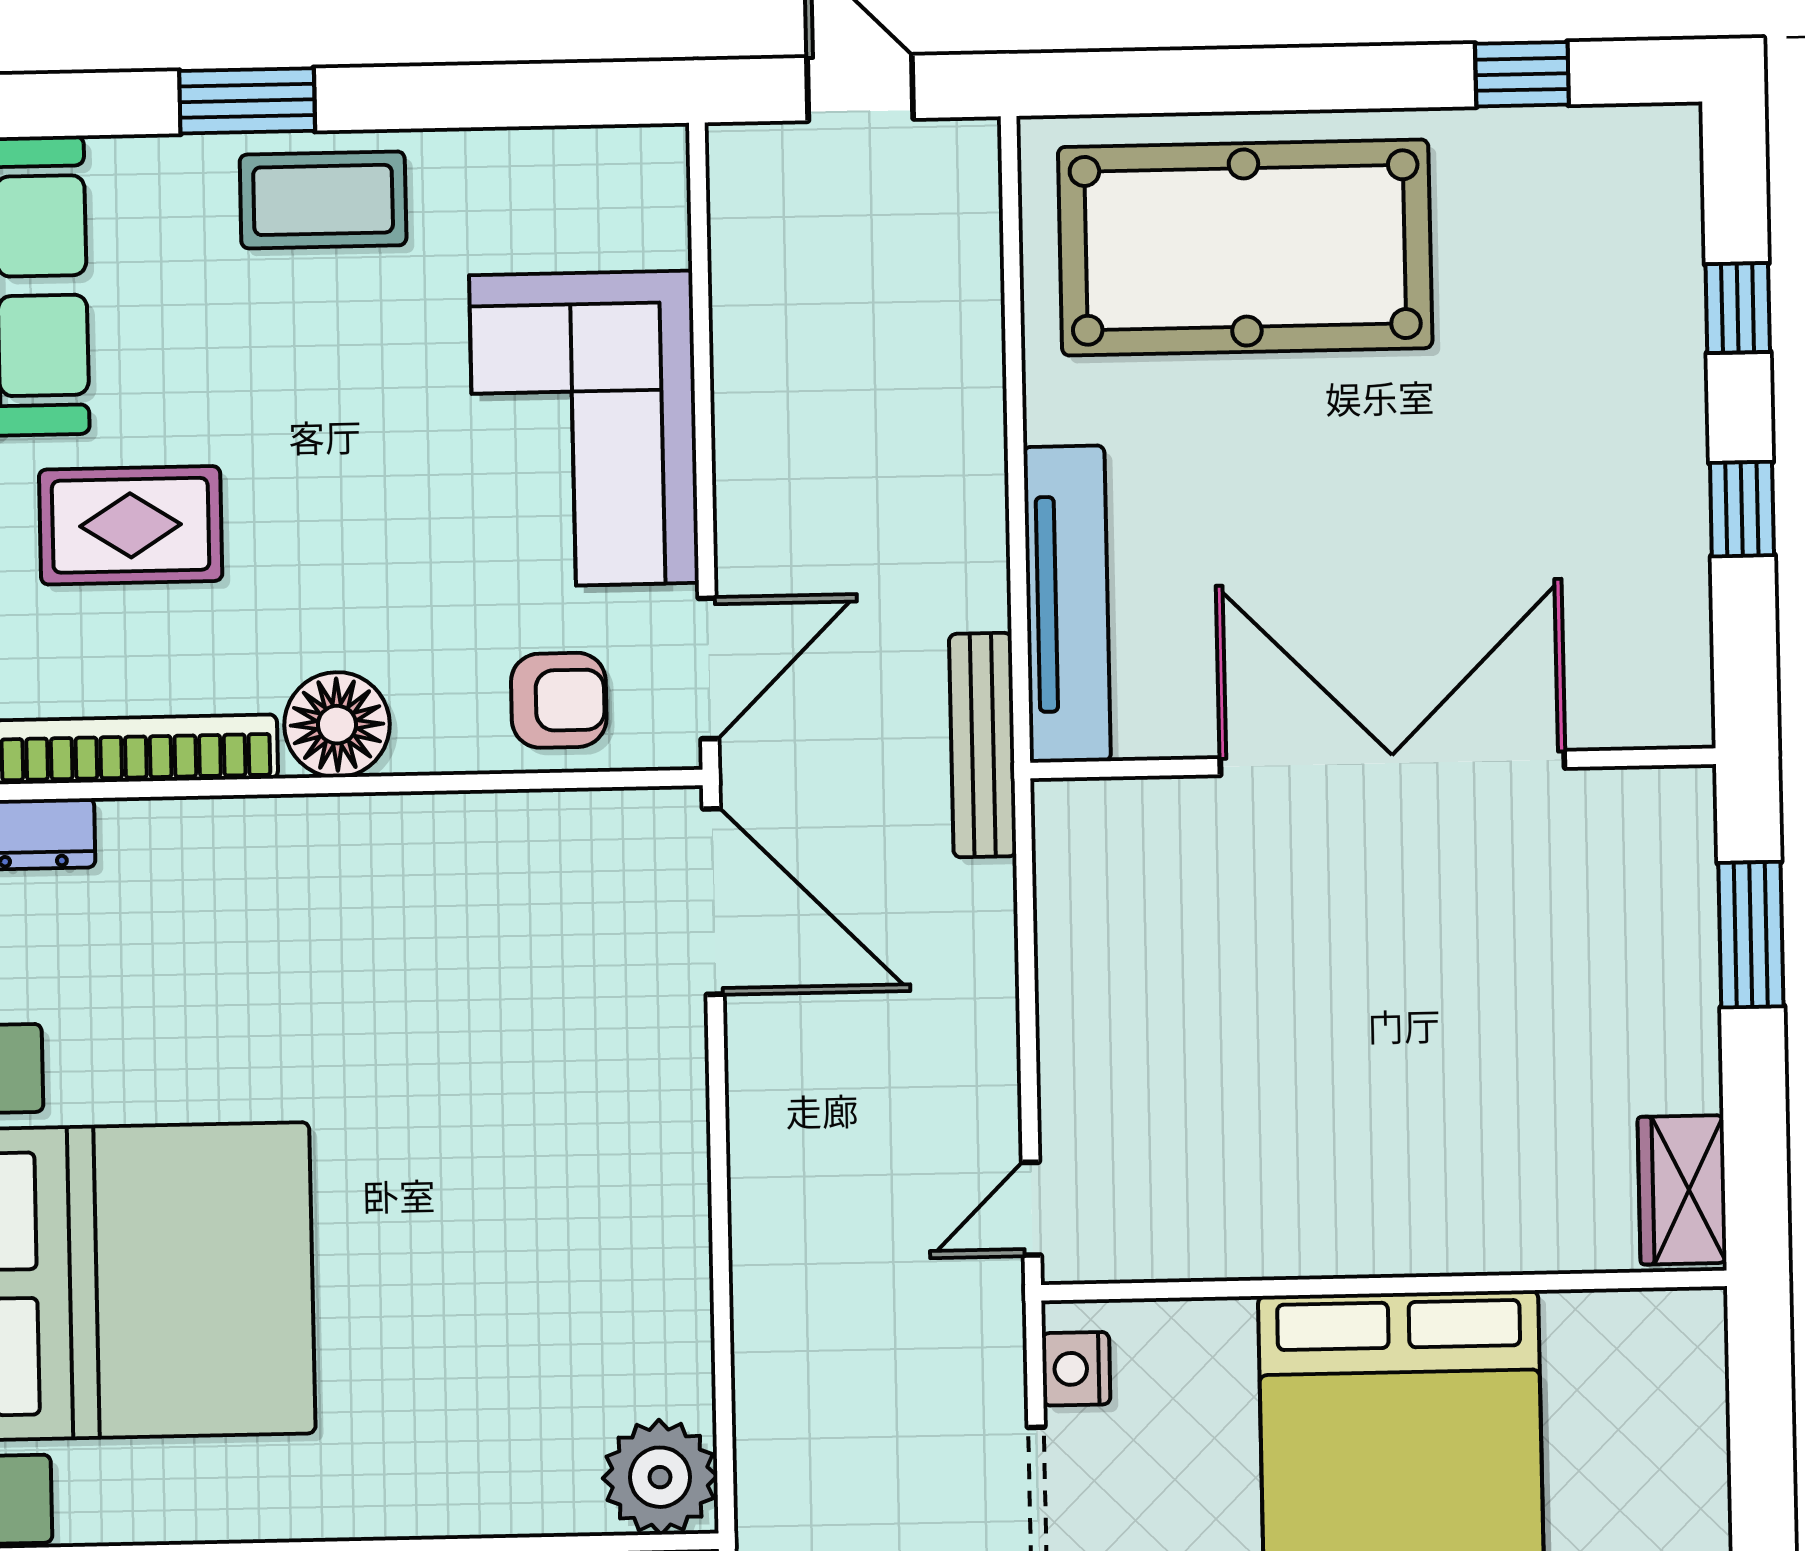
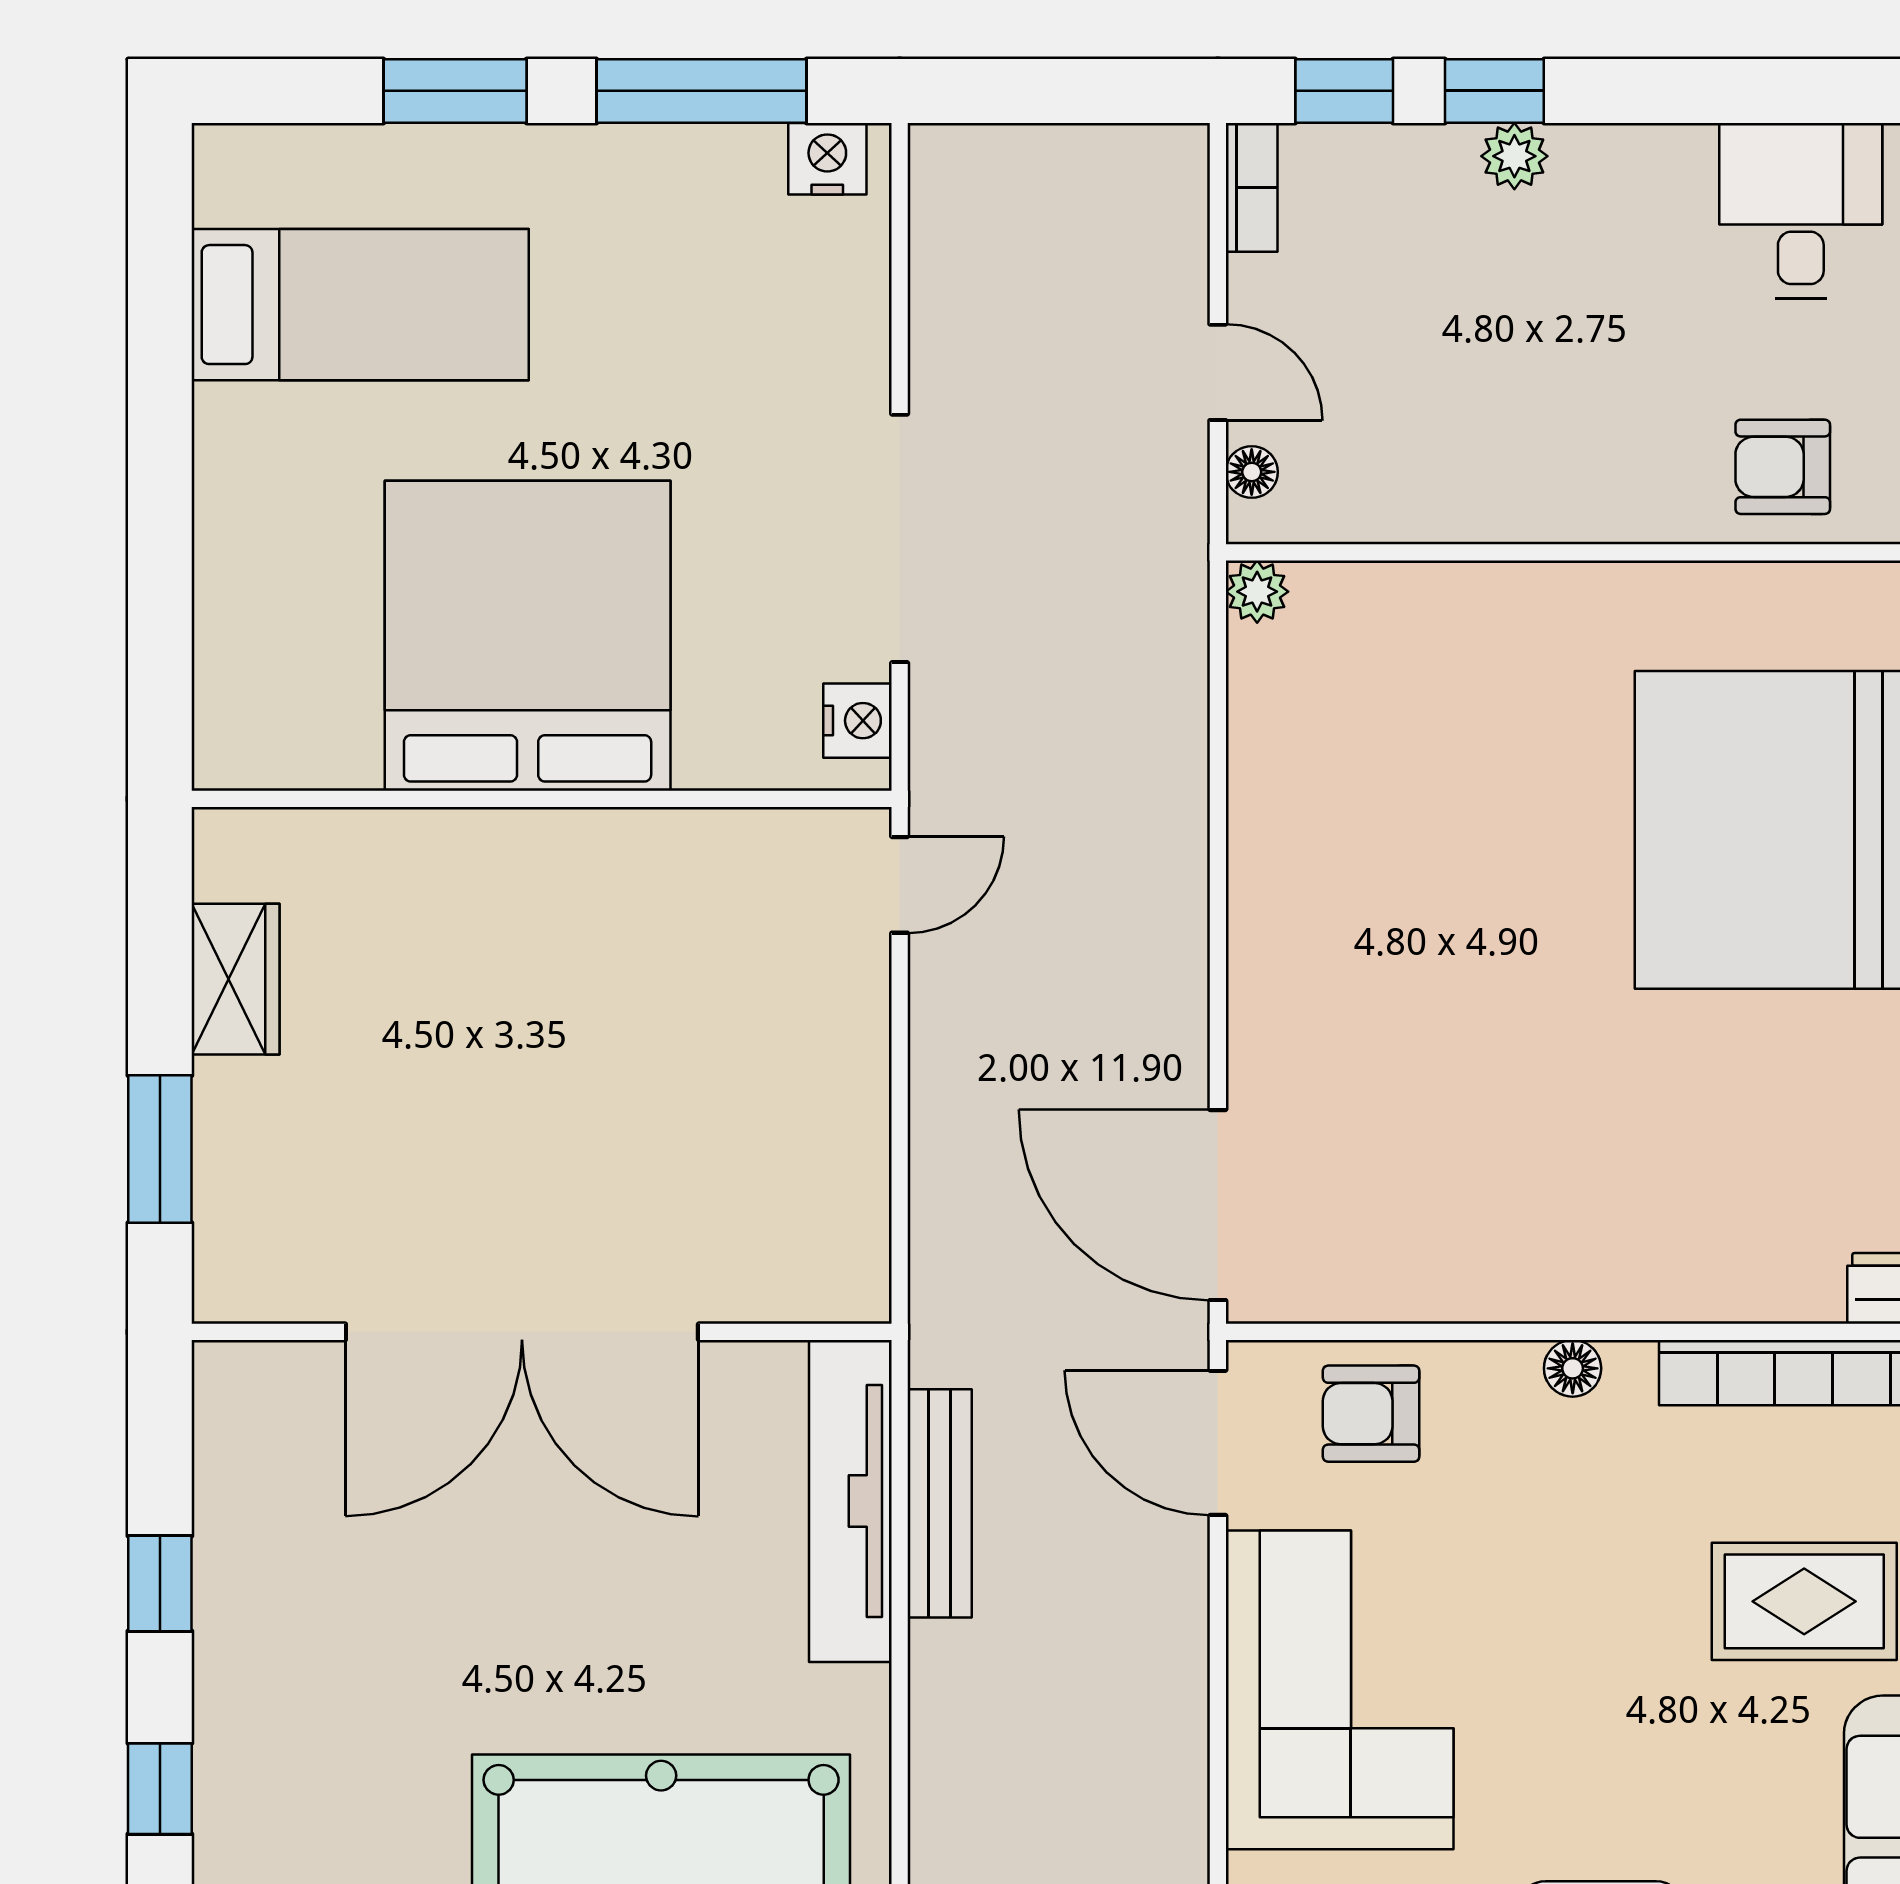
door: (708, 668) -> (1218, 1443), hinge flipped
floor lamp: (337, 725) -> (1573, 1368), width x0.53, depth x0.53
bench: (983, 745) -> (940, 1503), moved
wardrobe: (1682, 1190) -> (235, 979), moved
plant: (660, 1477) -> (1257, 592), width x0.53, depth x0.53

